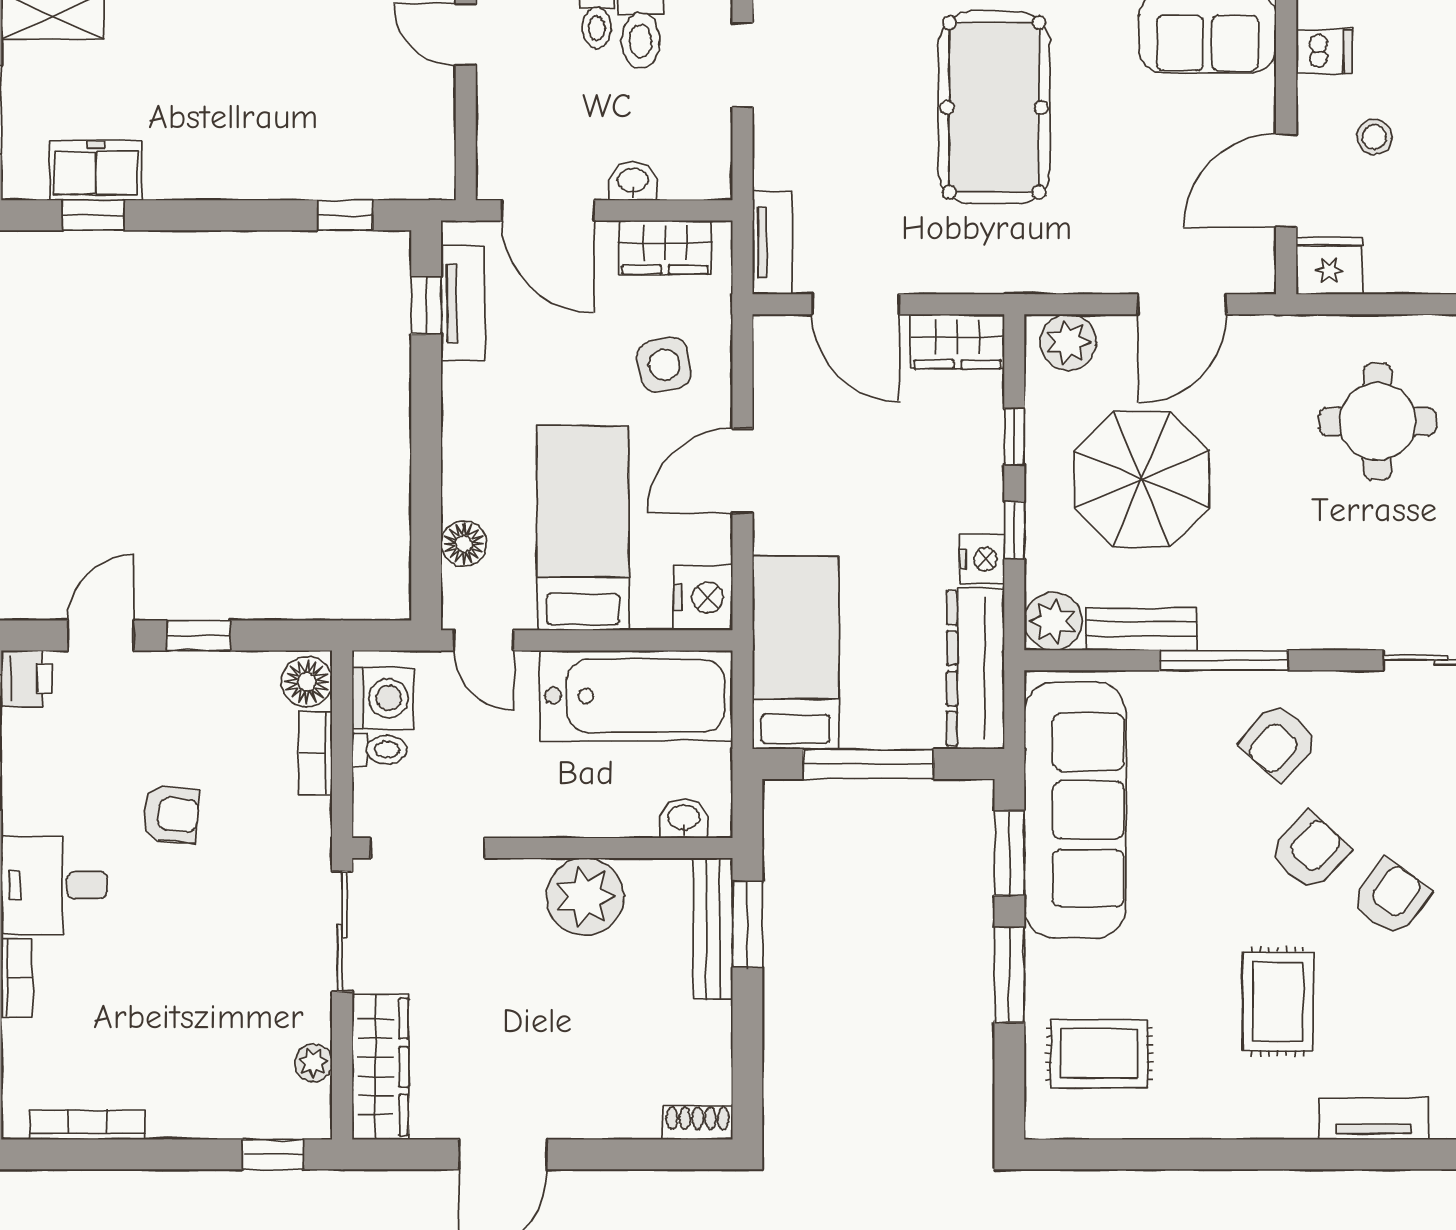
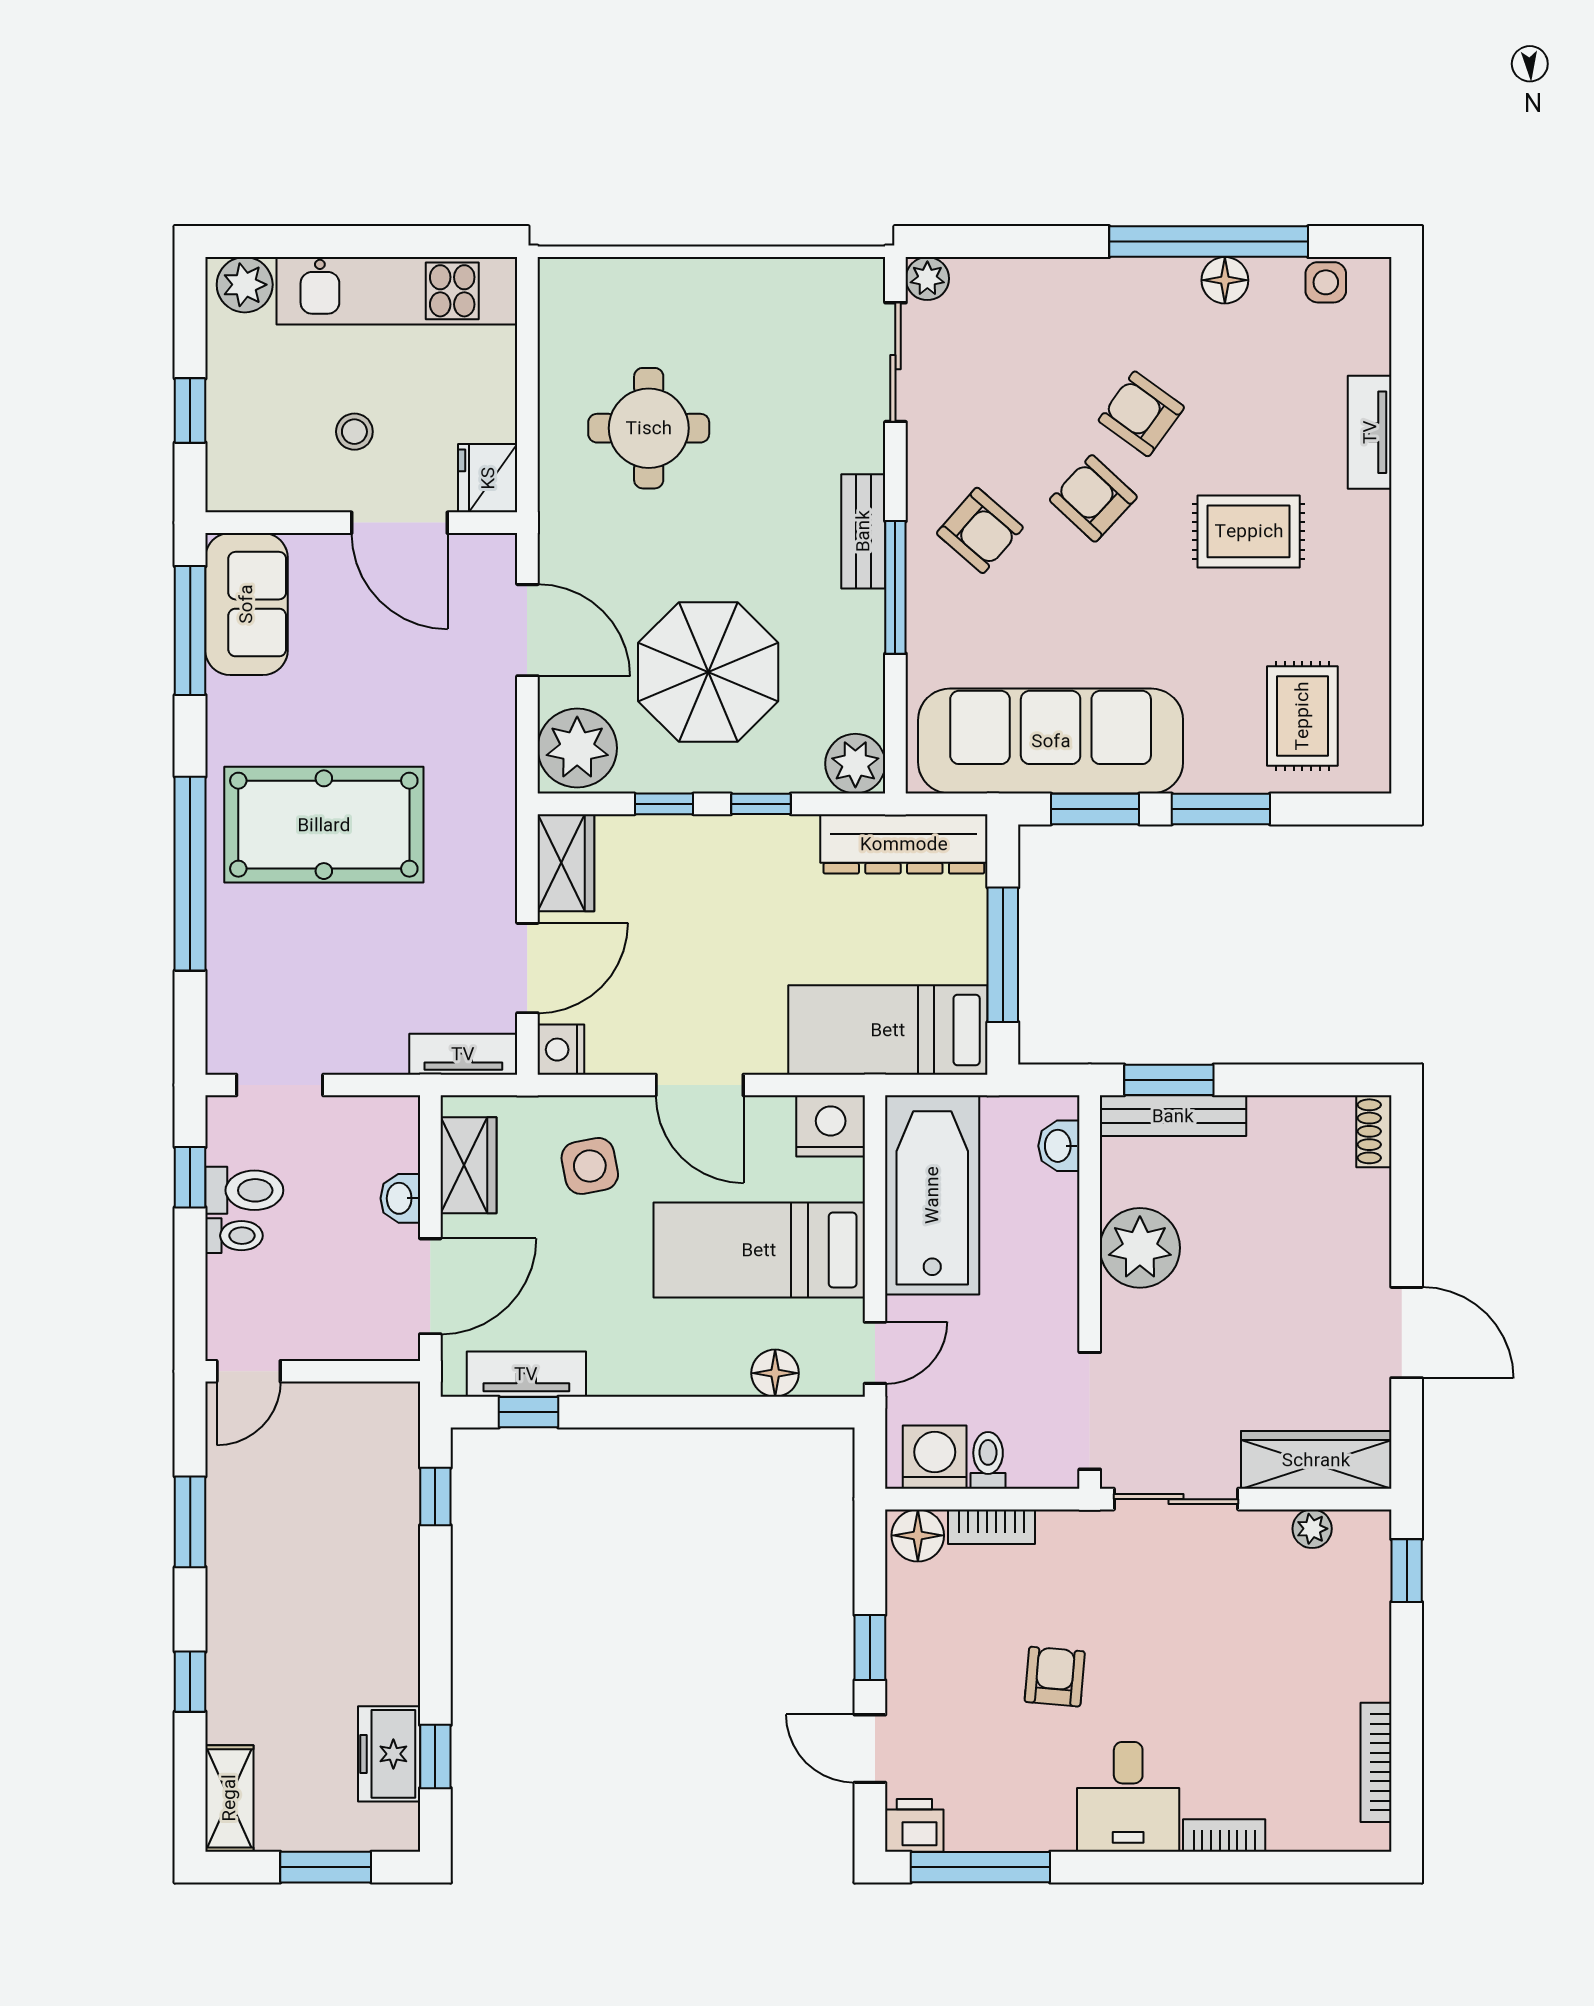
dishwasher: (1324, 51) -> (266, 483), removed
plant: (1068, 342) -> (577, 748), width x1.36, depth x1.36
nightstand: (982, 559) -> (561, 1050), moved, turned -90
bench: (1141, 629) -> (863, 531), moved

